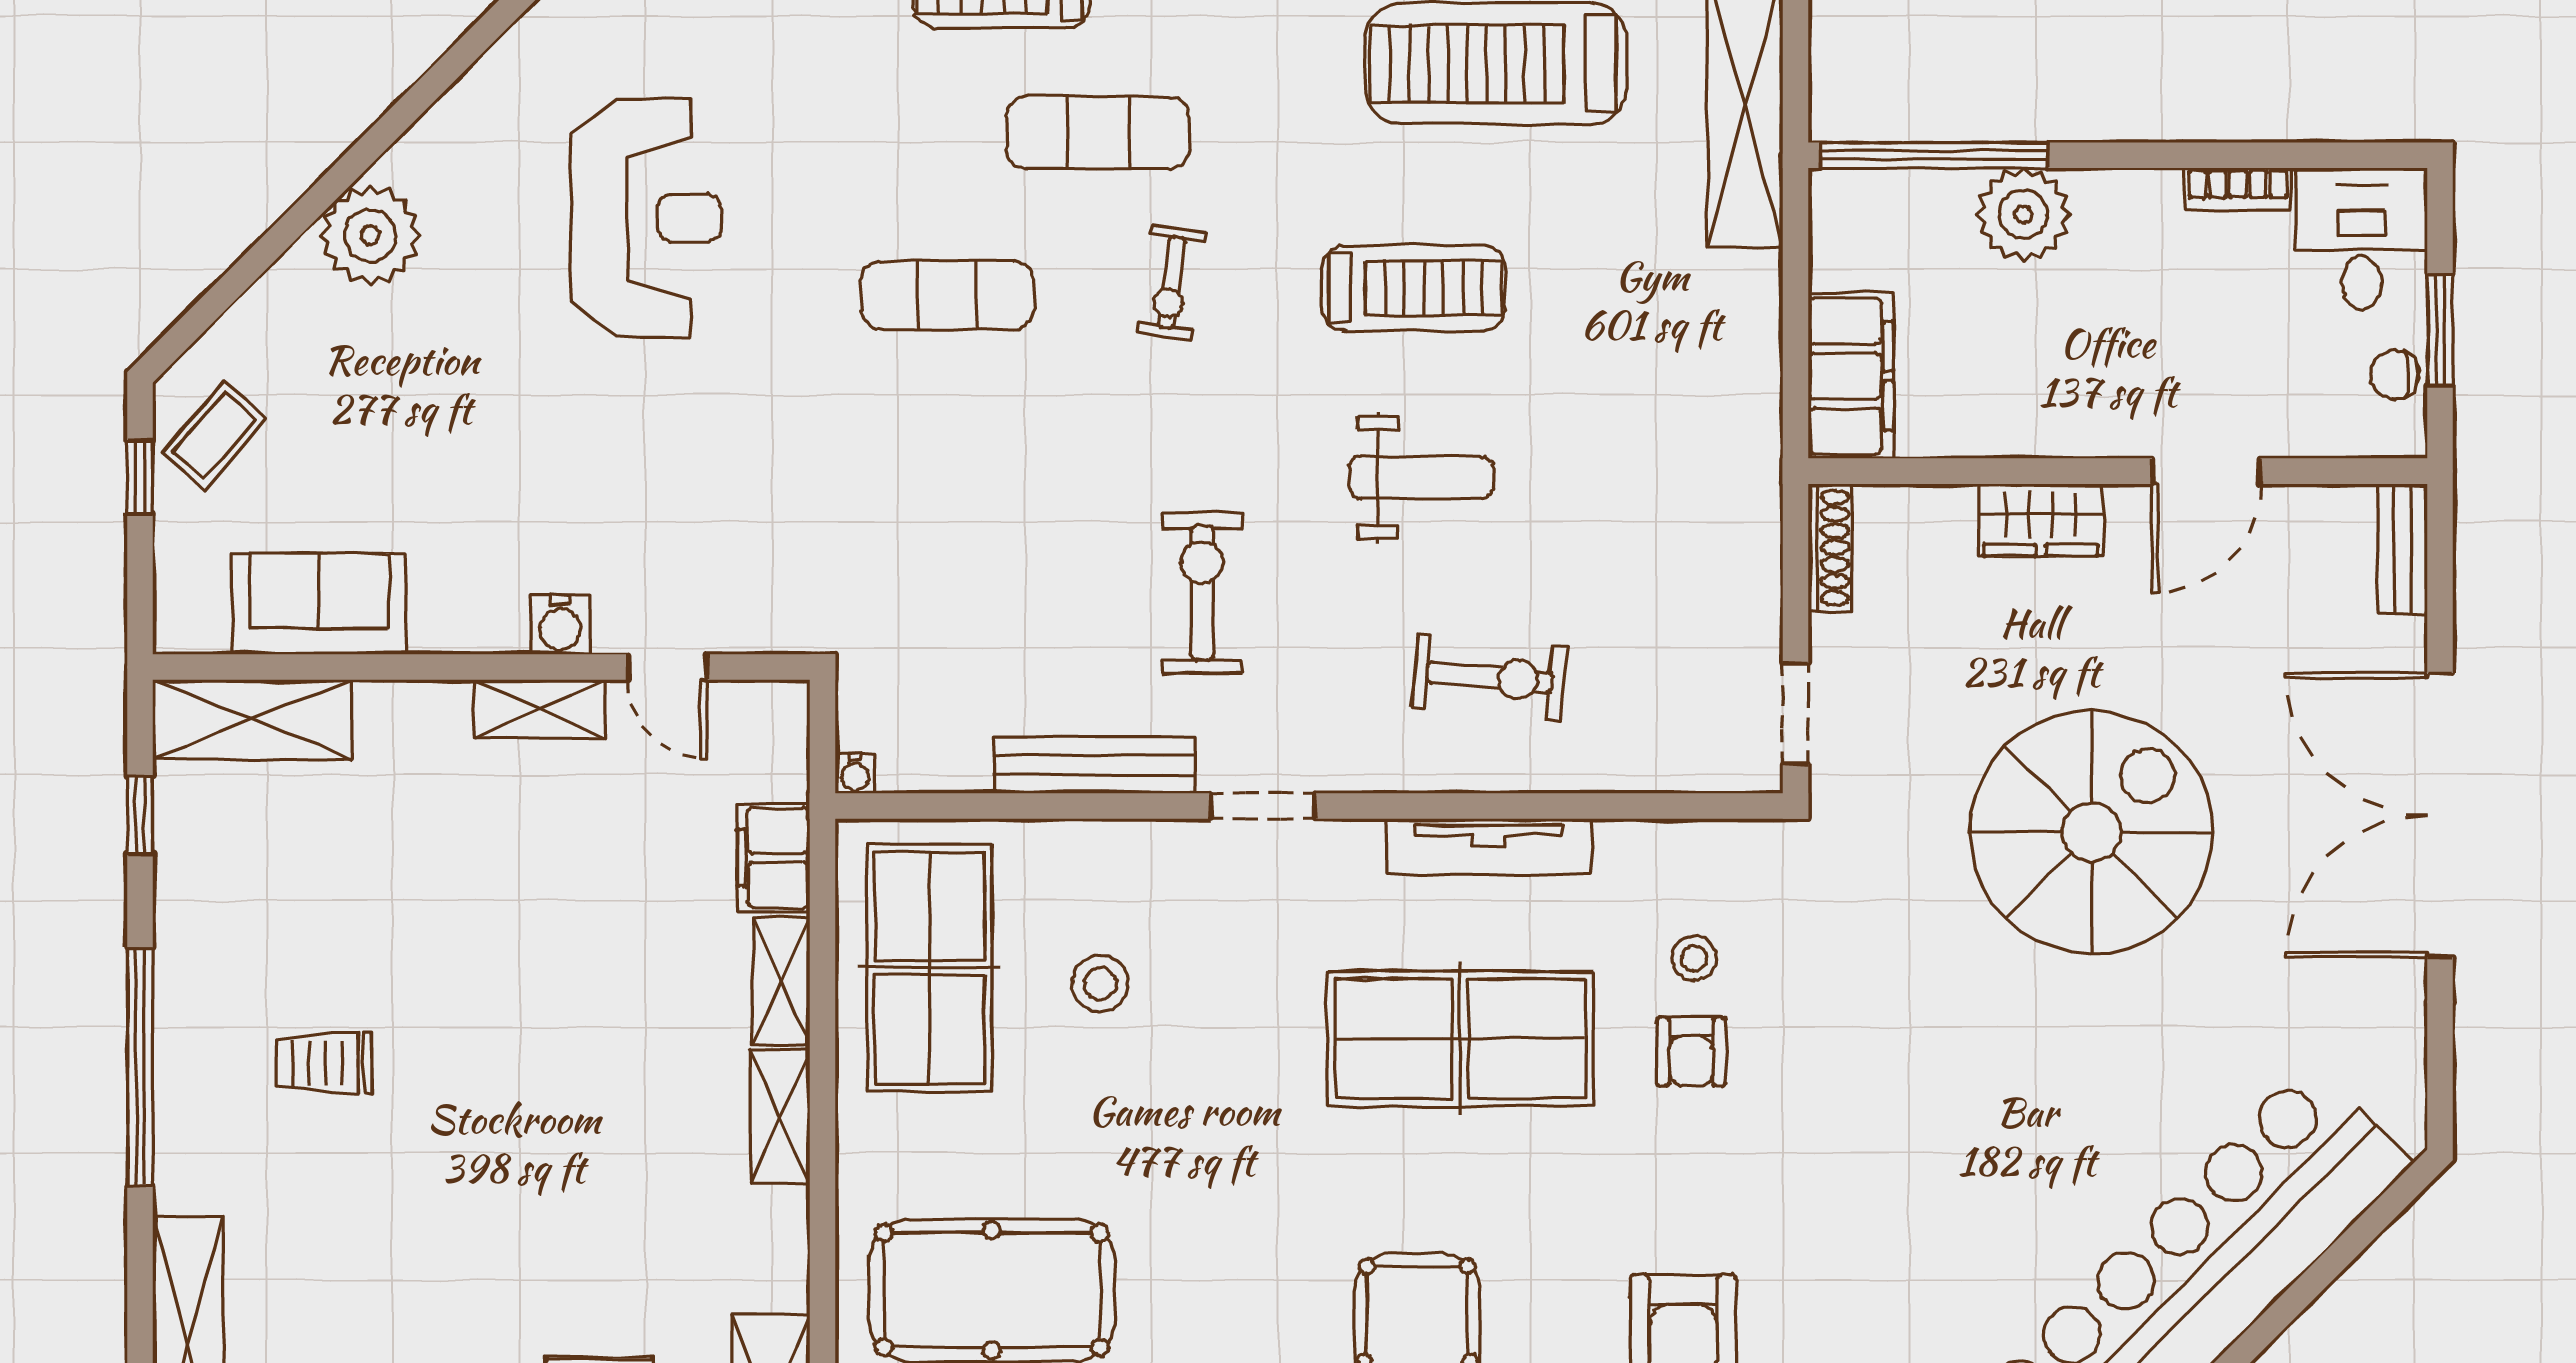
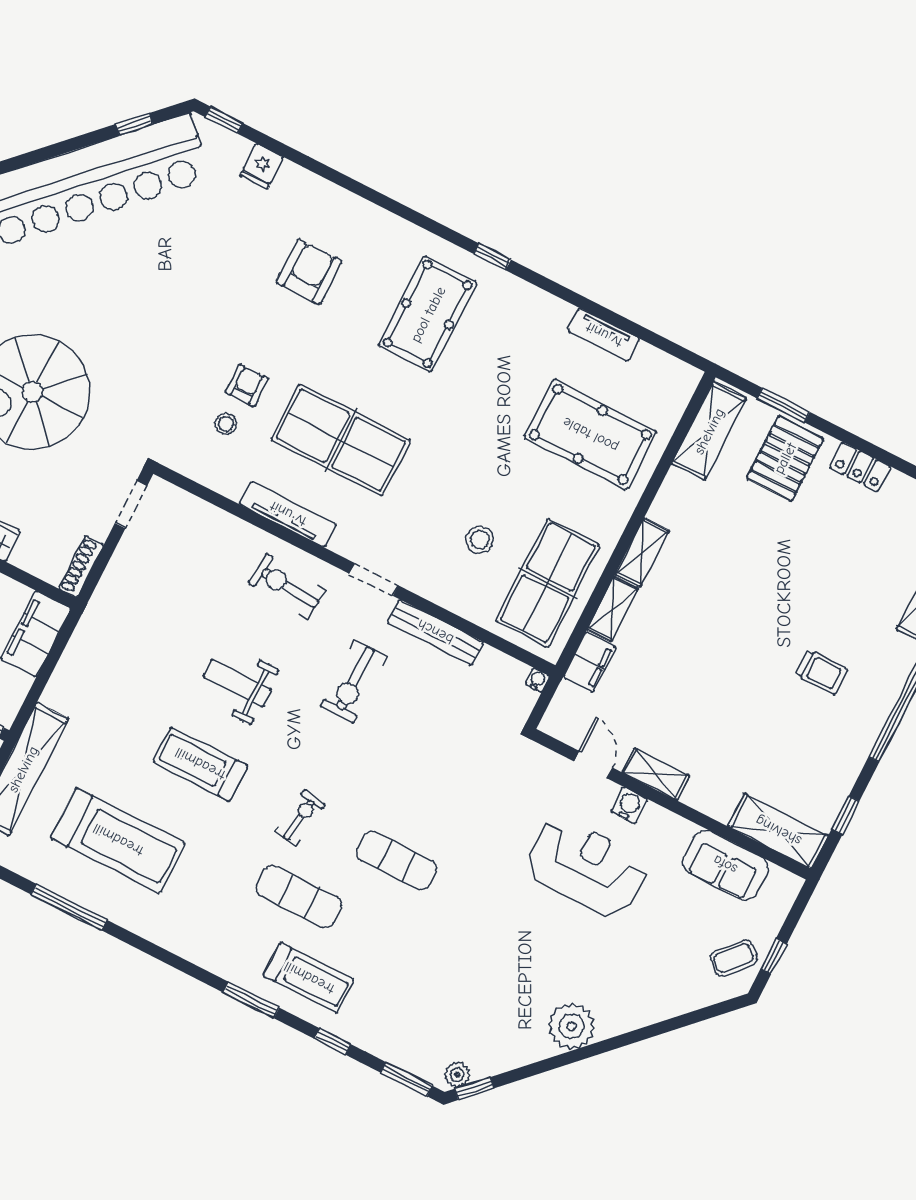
reception desk: (646, 218) -> (586, 867), moved, turned 90
plant: (370, 235) -> (571, 1026), moved
exercise bike: (1490, 677) -> (287, 586), moved

